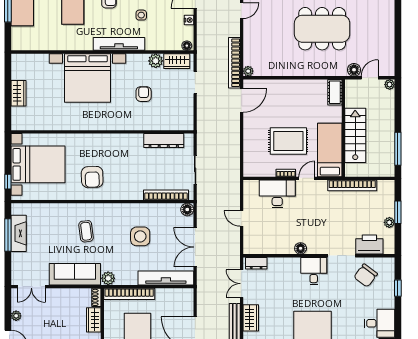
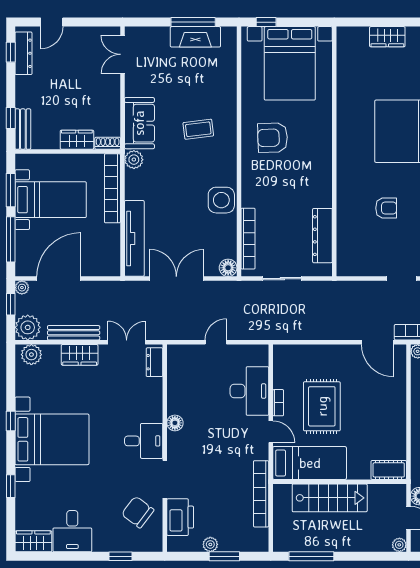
side table: (140, 236) -> (221, 200), moved
sofa: (75, 274) -> (139, 123), width x0.73
plant: (16, 316) -> (83, 33), removed

